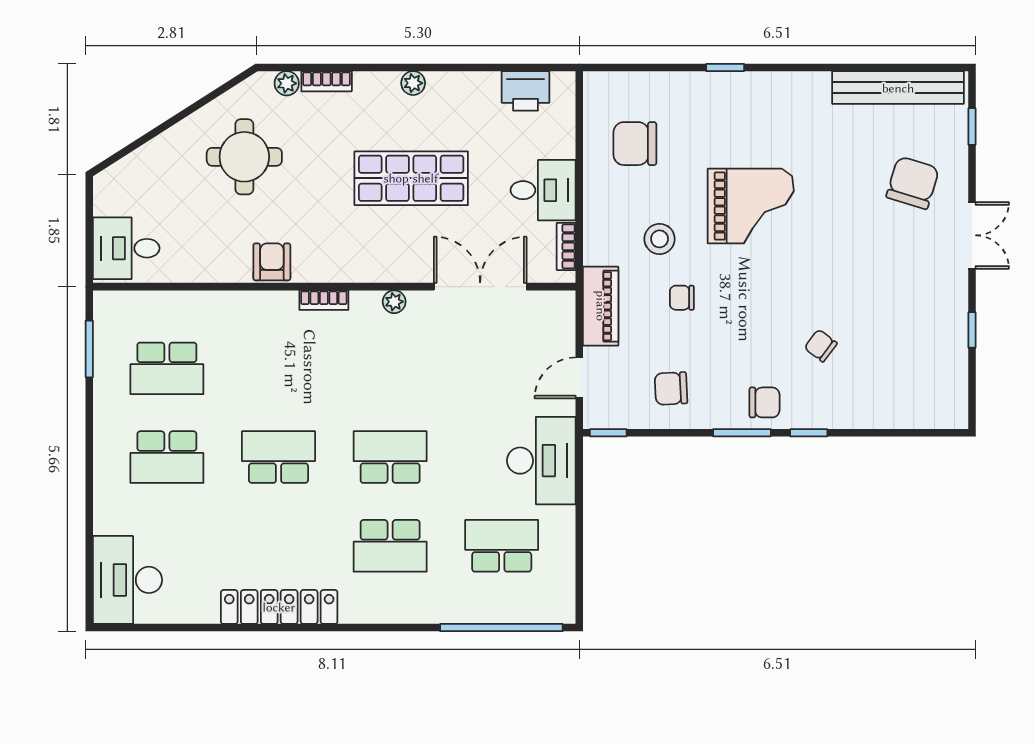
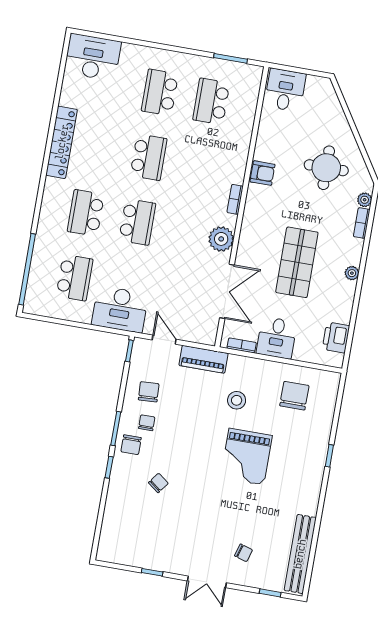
chair: (913, 183) -> (244, 553), width x0.54, depth x0.54
chair: (682, 298) -> (147, 423), moved
plant: (394, 302) -> (221, 239), width x1.88, depth x1.88

